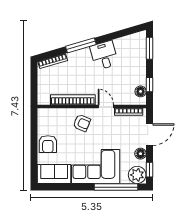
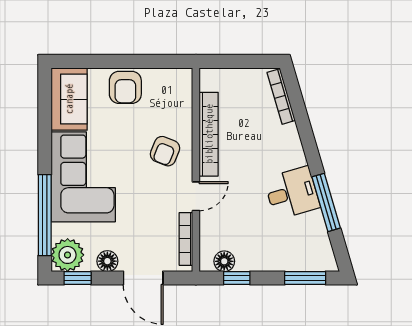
window: (81, 45) -> (326, 202), moved
armchair: (48, 144) -> (125, 87), turned -90

